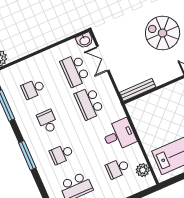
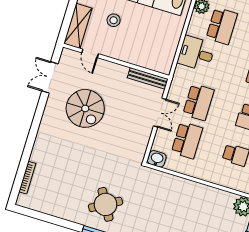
double door: (103, 58) -> (160, 113), moved
school desk: (118, 168) -> (222, 26), width x1.85

